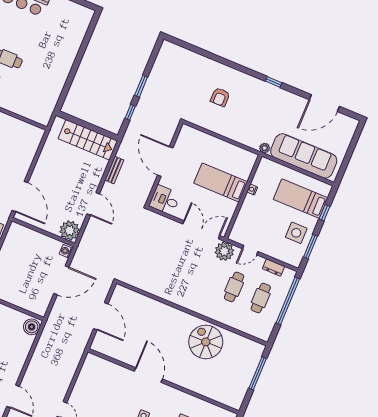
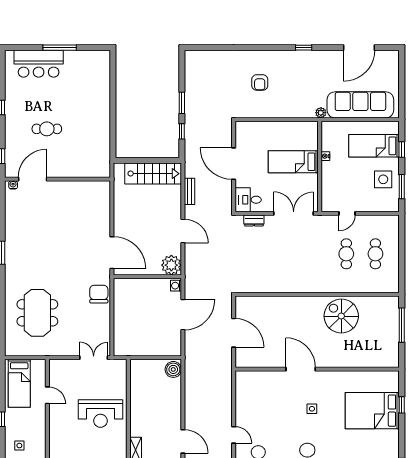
plant: (224, 251) -> (323, 224), removed
dresser: (274, 267) -> (254, 220), moved
window: (288, 301) -> (402, 246), removed

